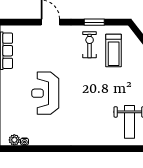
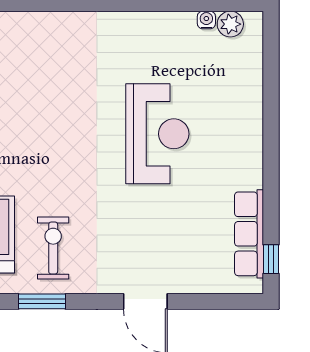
exercise bike: (90, 45) -> (53, 248), turned 180

